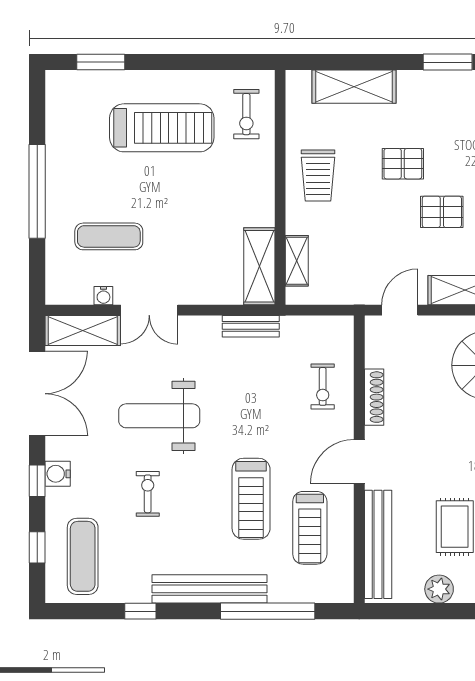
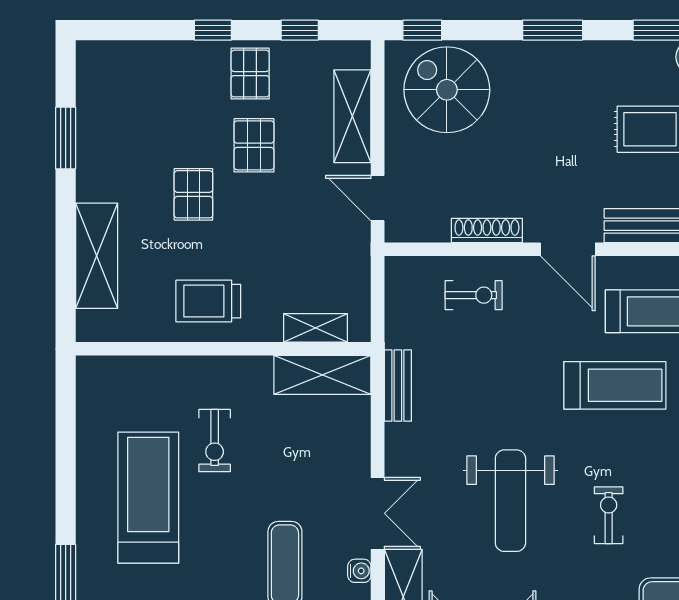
exercise bike: (246, 114) -> (215, 441), moved, turned 90
trolley: (318, 176) -> (208, 301), turned 180
exercise bike: (148, 494) -> (609, 515), turned 90

